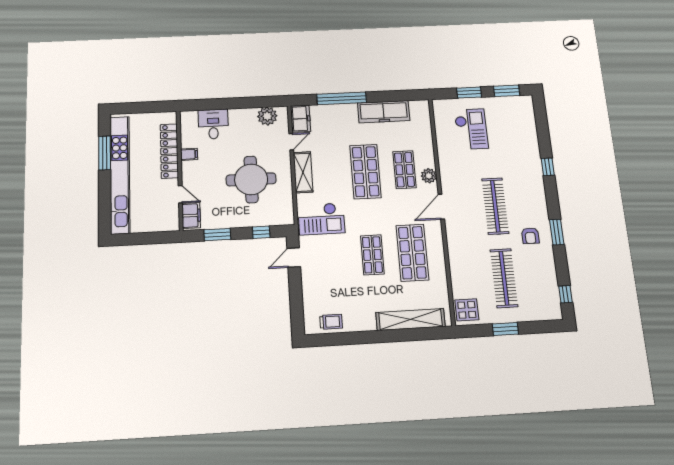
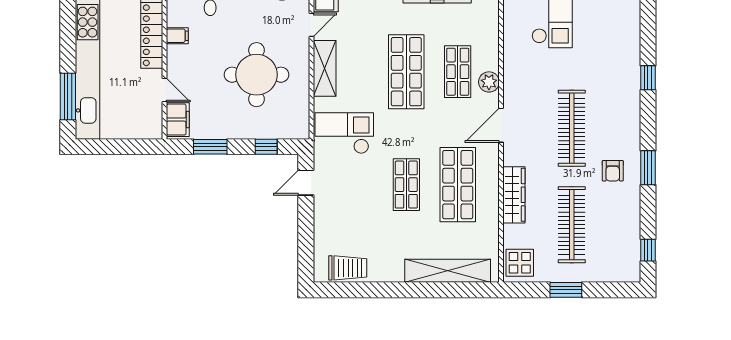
window: (105, 153) -> (68, 96), moved
checkout: (321, 219) -> (344, 133), turned 180
wardrobe: (457, 258) -> (514, 195), added
trolley: (331, 322) -> (348, 268), width x1.36, depth x1.39

